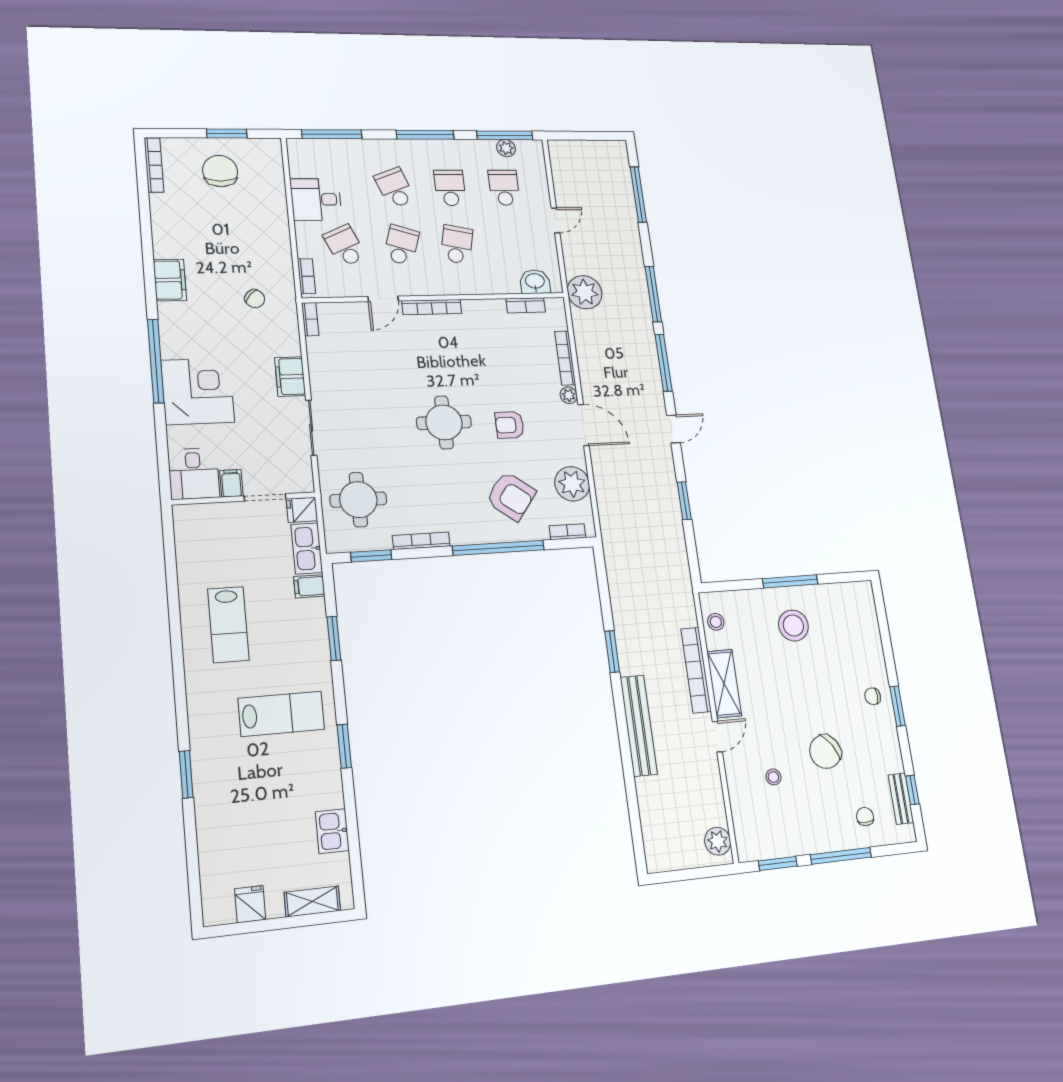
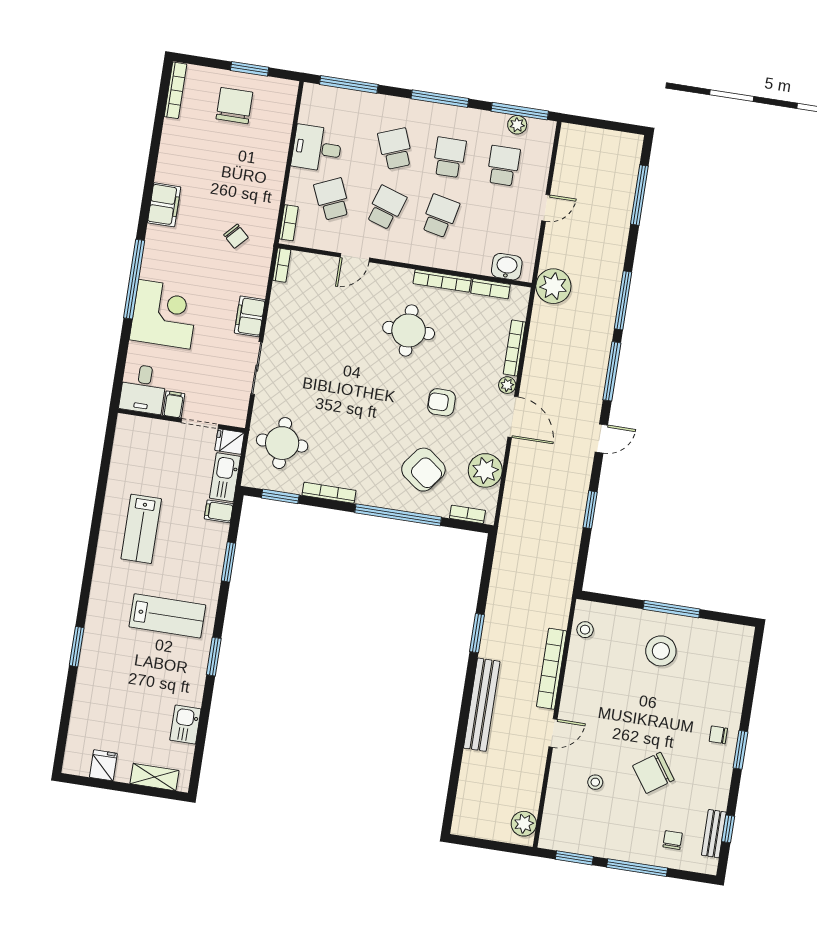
bookcase: (432, 307) -> (442, 281), moved
round table: (444, 422) -> (409, 330), moved
shelving: (724, 684) -> (575, 687), removed

